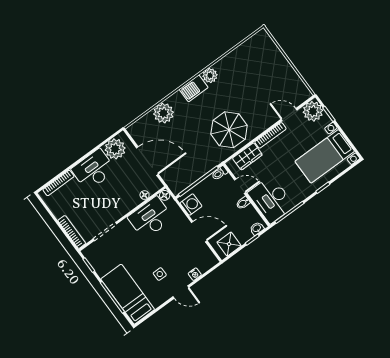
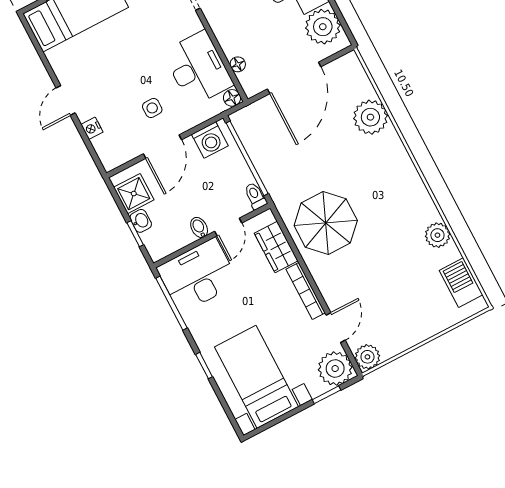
plant: (210, 75) -> (437, 235), moved
barbecue: (194, 88) -> (461, 283), moved
plant: (303, 94) -> (367, 357), added
washbasin: (257, 228) -> (141, 221), moved
side table: (160, 274) -> (152, 108), moved

